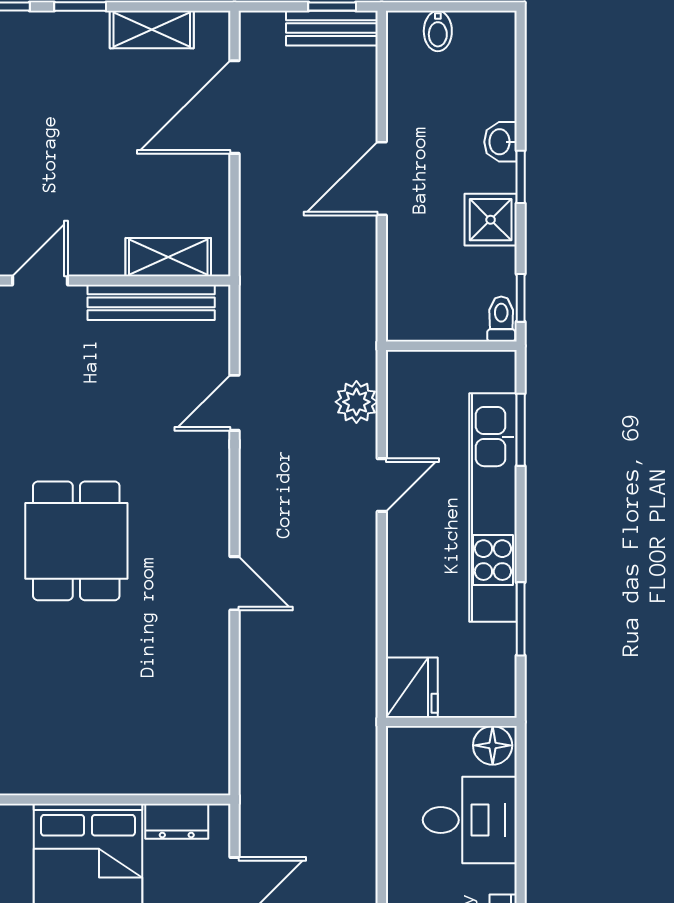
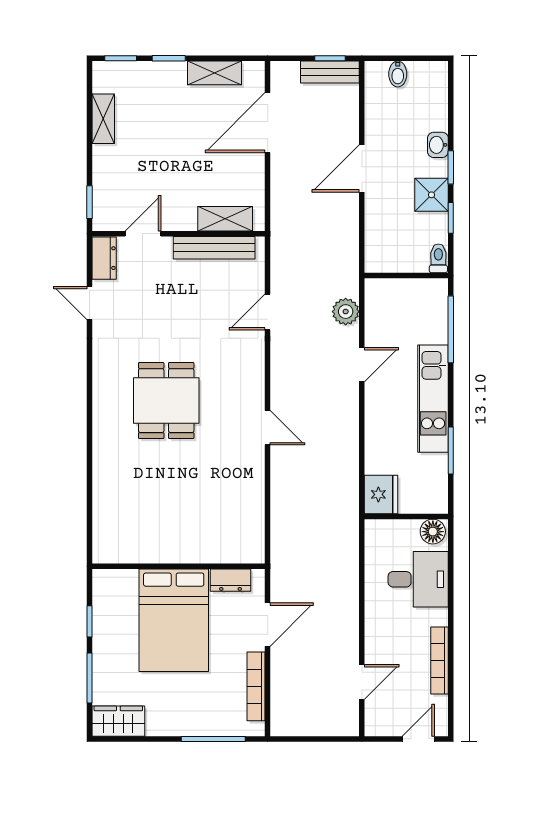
window: (521, 298) -> (451, 218), moved
window: (521, 430) -> (451, 329), width x1.44
kitchen unit: (493, 507) -> (433, 399), width x0.73

